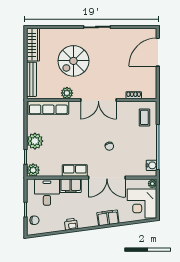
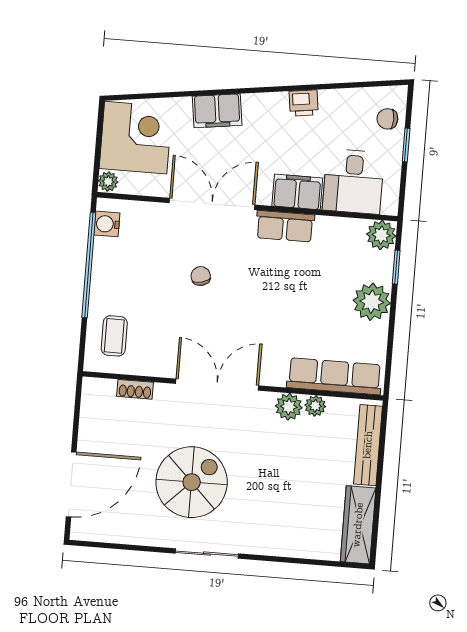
spiral stairs: (73, 61) -> (192, 482), moved
plant: (56, 94) -> (315, 406), added

